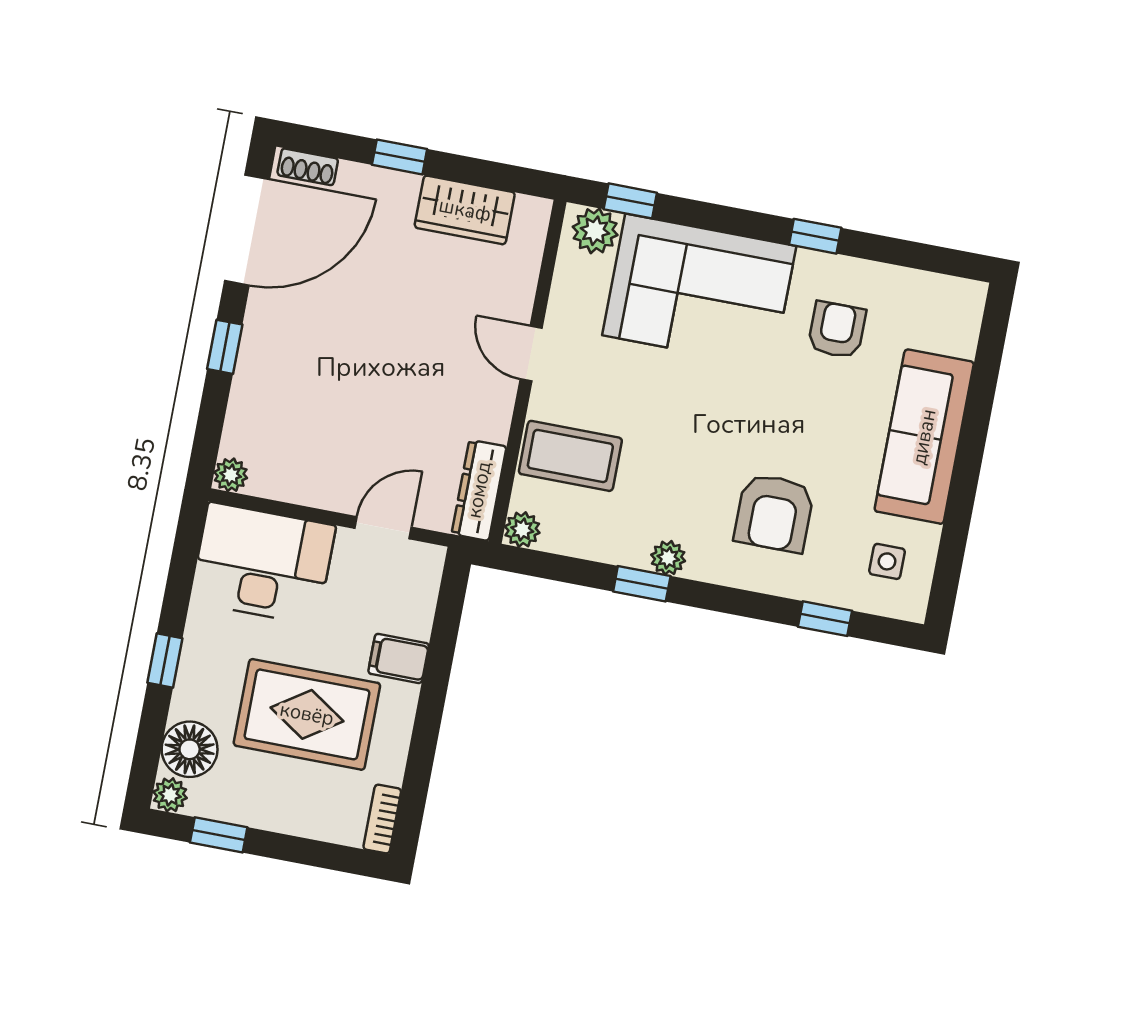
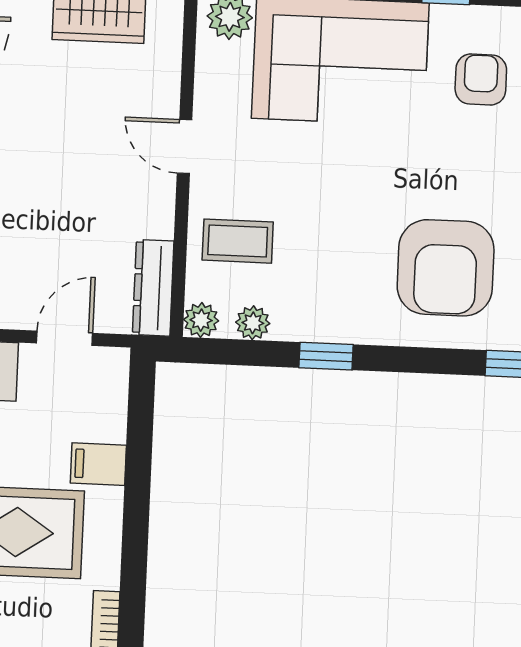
coffee table: (570, 456) -> (238, 241), width x0.73, depth x0.77
armchair: (774, 513) -> (446, 268), width x1.36, depth x1.36
plant: (668, 558) -> (253, 323), moved

